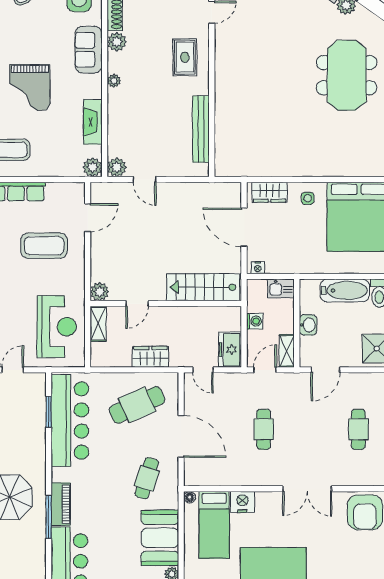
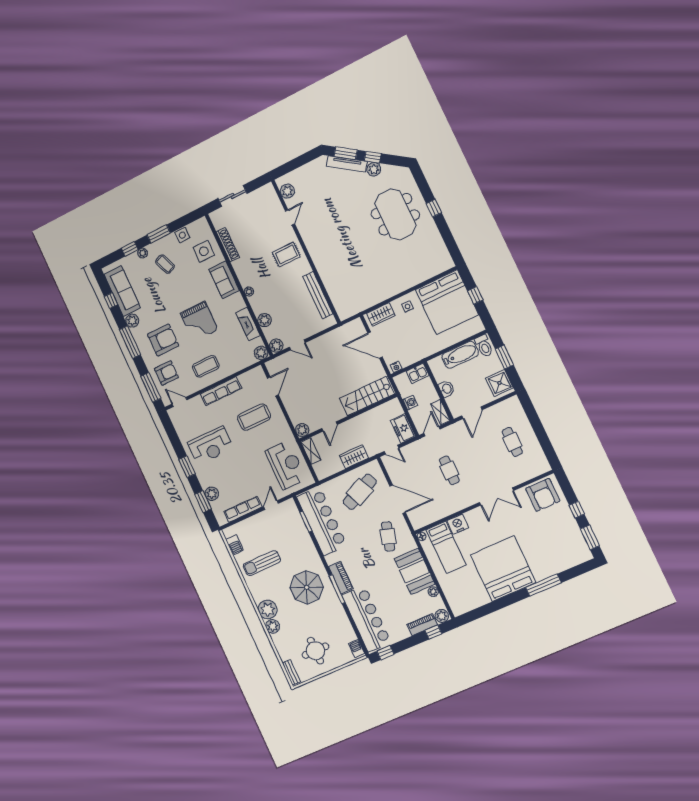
plant: (117, 42) -> (264, 320), moved
rug: (185, 57) -> (286, 255), turned 90

